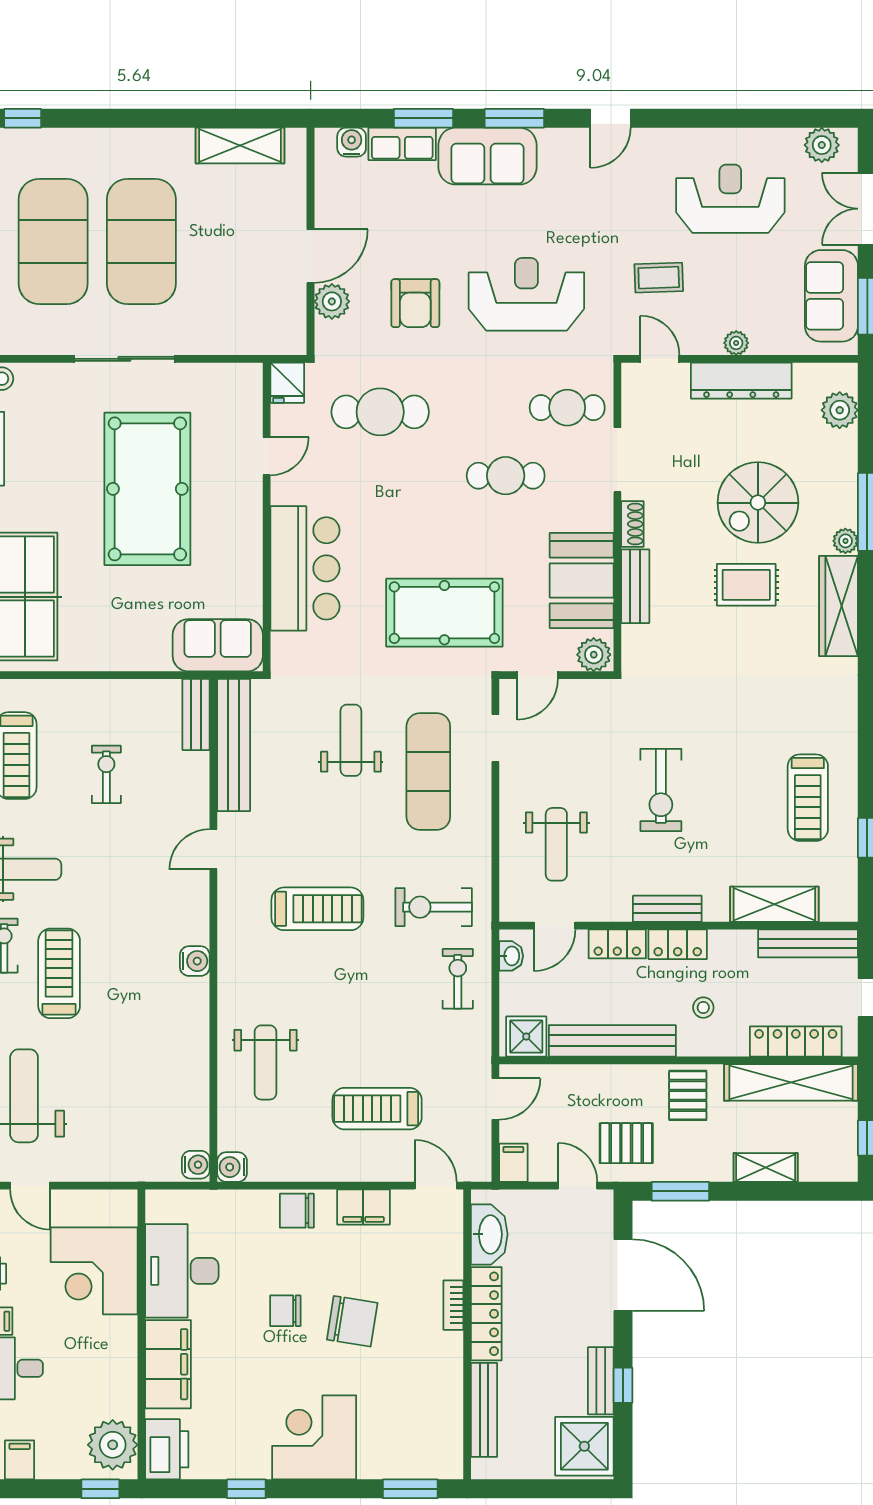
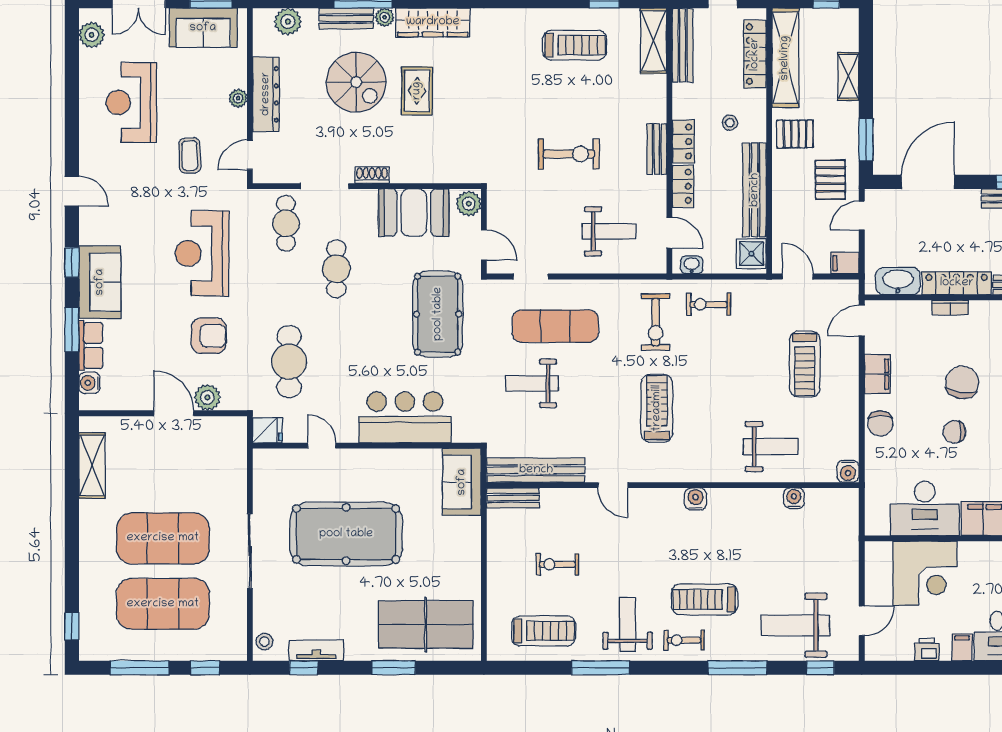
window: (514, 118) -> (72, 262), width x0.67
bench: (635, 586) -> (346, 18), moved
shelving: (774, 904) -> (654, 41), moved
water cooler: (196, 1165) -> (794, 498), moved
chair: (285, 1311) -> (954, 432), turned 90

